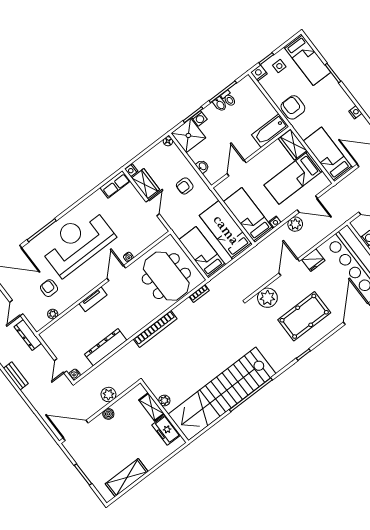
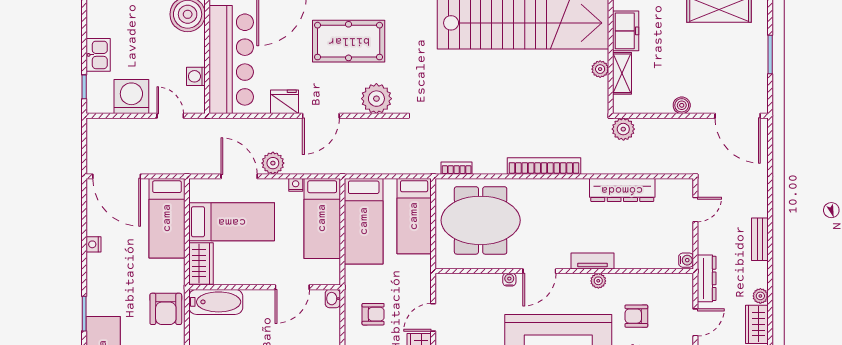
washbasin: (202, 166) -> (333, 299), moved
meeting table: (166, 276) -> (481, 220), turned 90
armchair: (49, 288) -> (636, 316), turned 90
plant: (53, 314) -> (598, 281), moved
water cooler: (75, 374) -> (686, 260), moved
plant: (108, 394) -> (623, 129), moved

